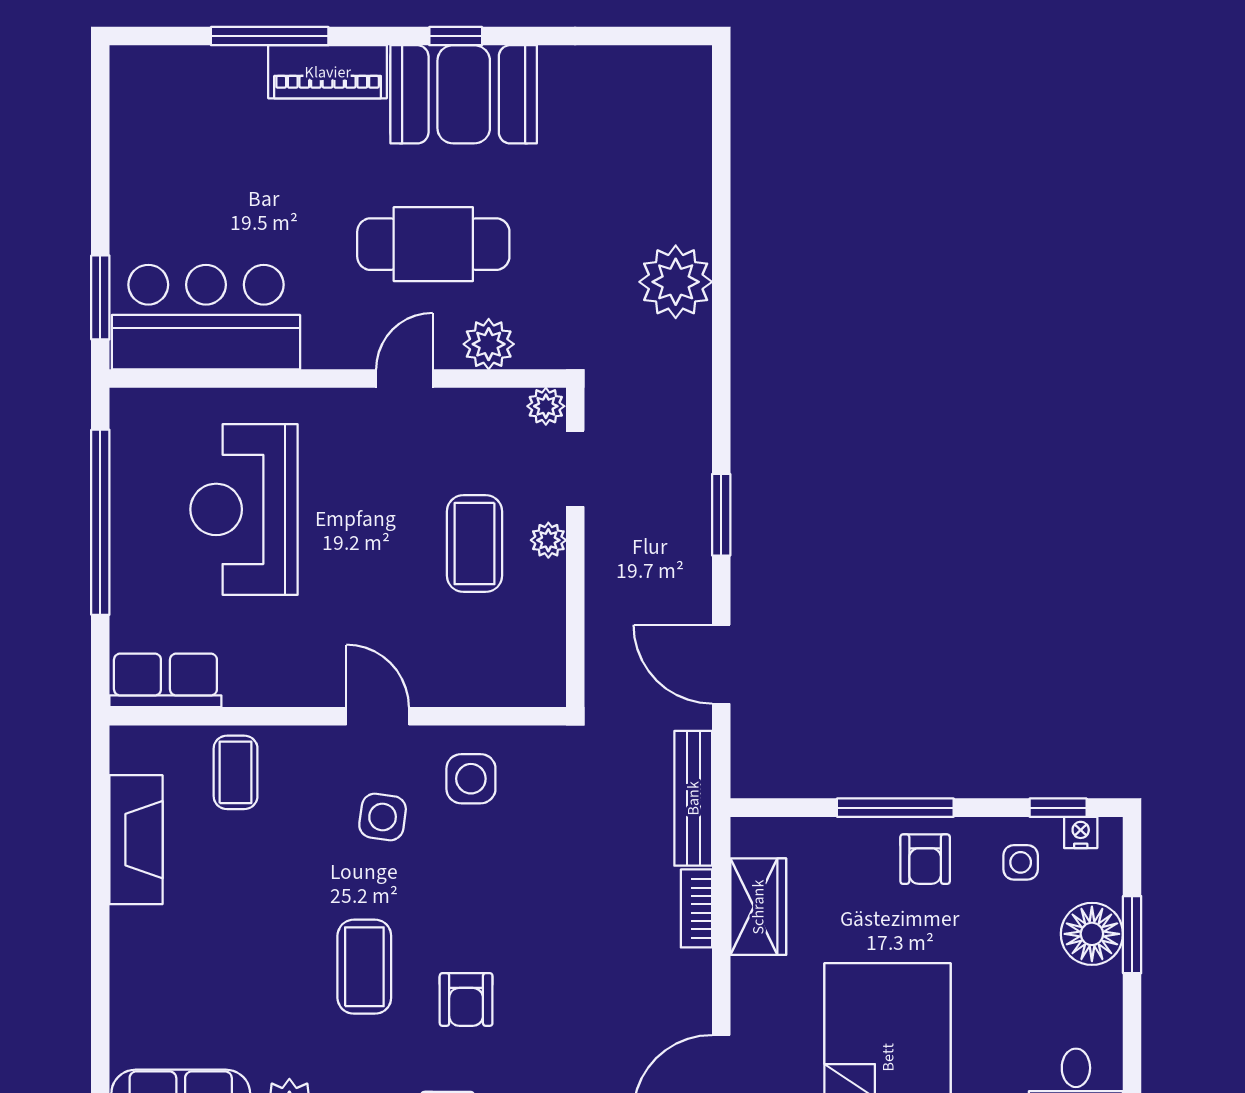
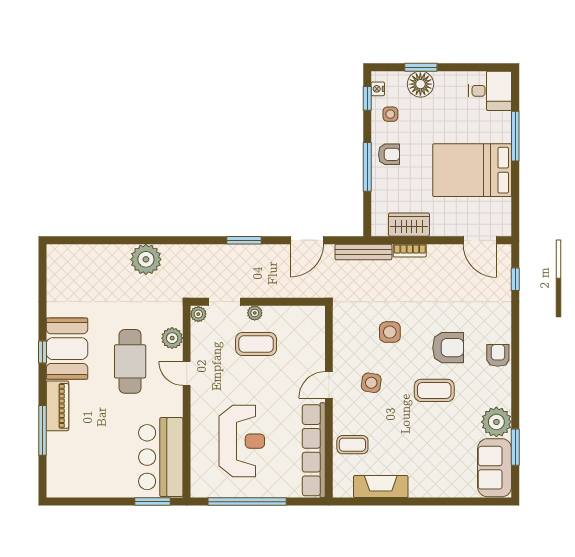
reception desk: (244, 509) -> (242, 441), turned -90
row of seats: (165, 680) -> (314, 450), width x2.02
side table: (471, 779) -> (390, 332), moved
armchair: (466, 999) -> (448, 348), width x1.38, depth x1.38

